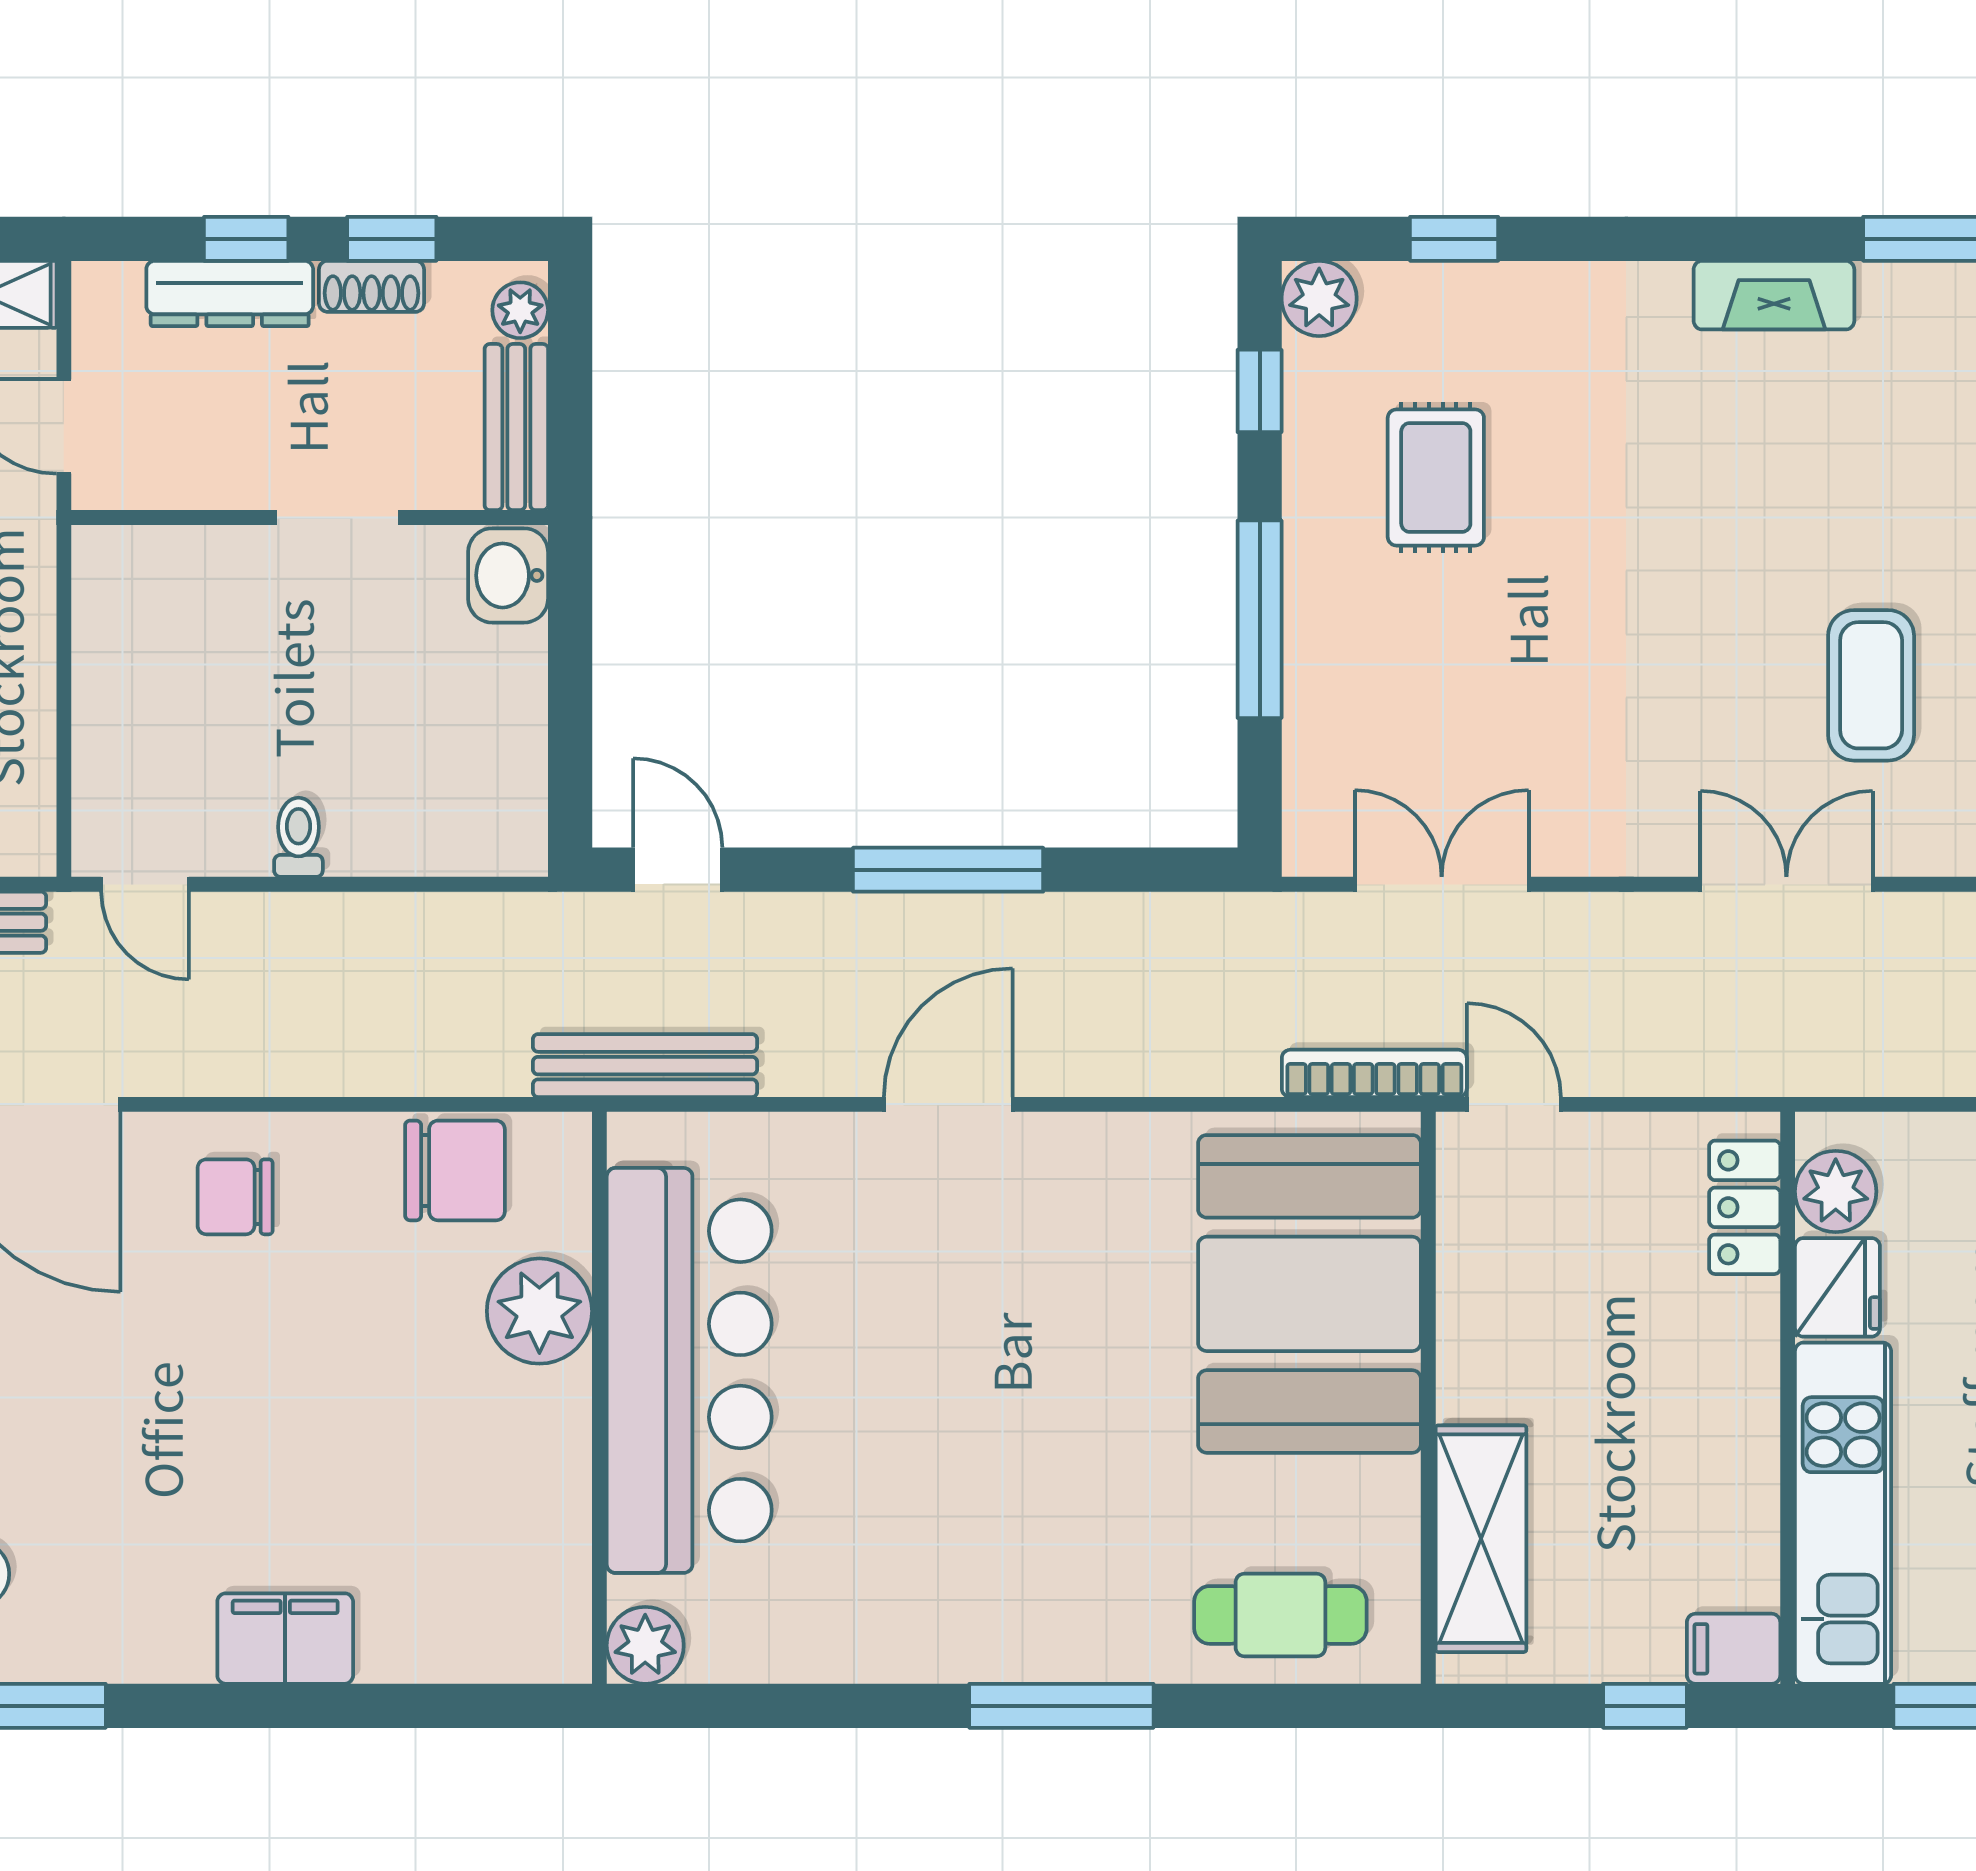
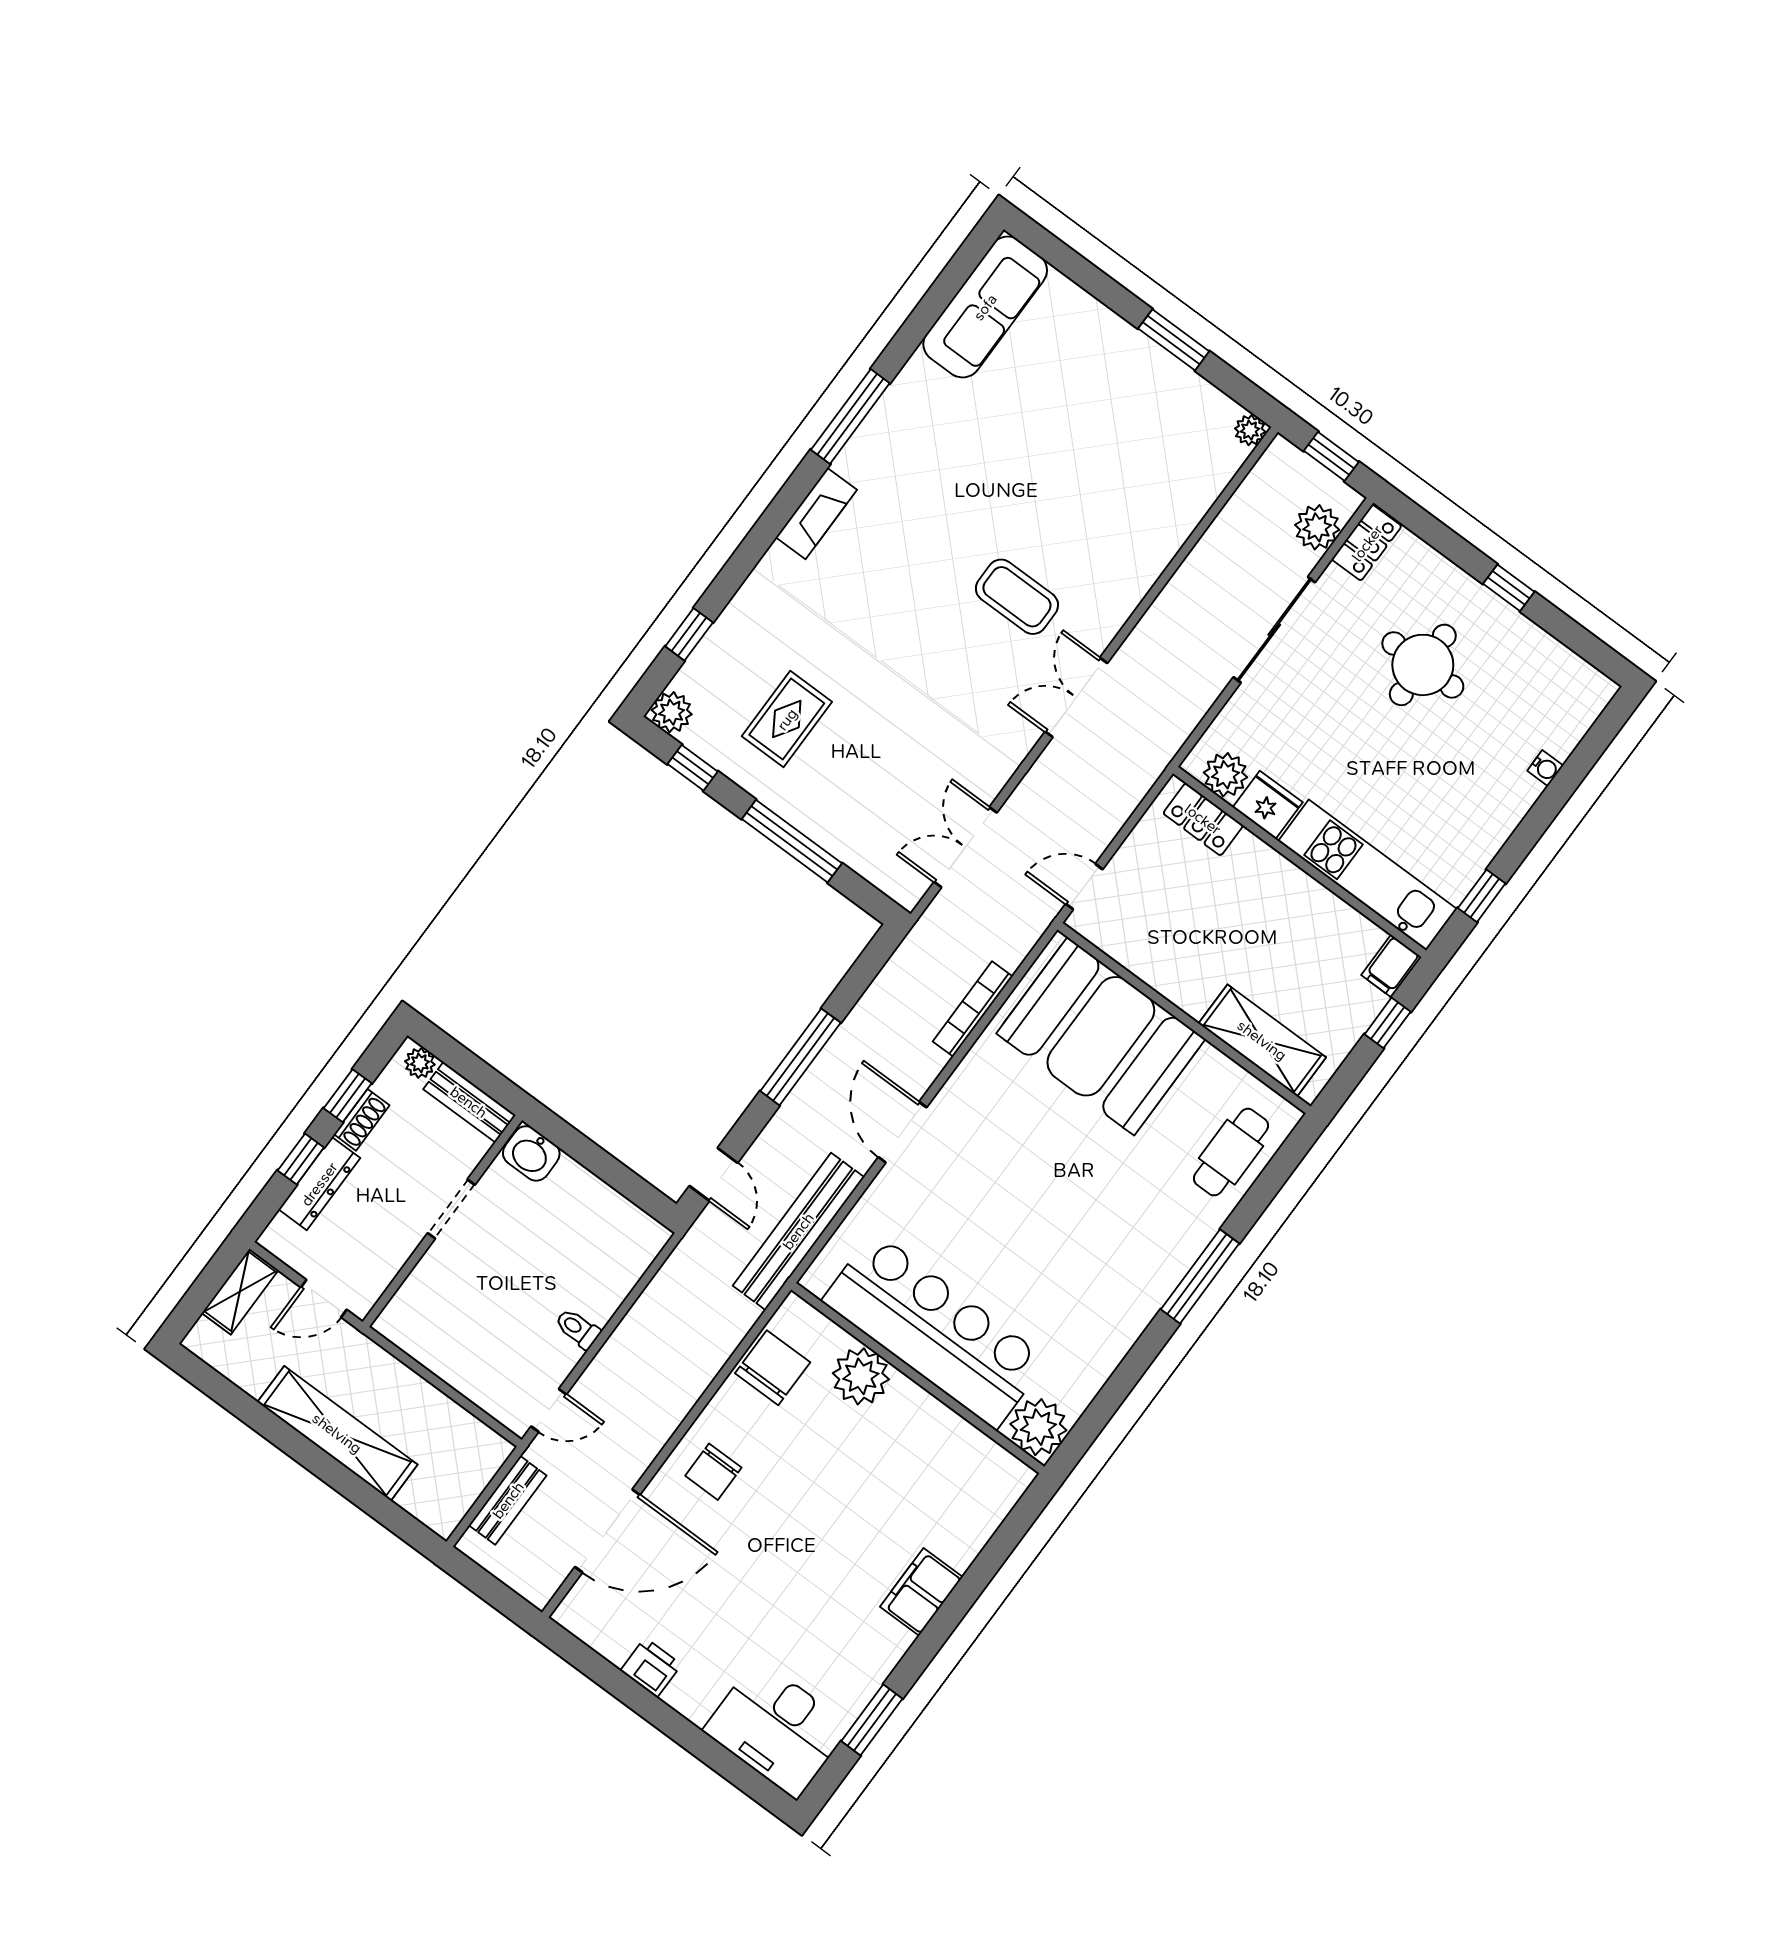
rug: (1436, 477) -> (787, 719), turned 90
door: (678, 870) -> (714, 1174), swing flipped
bench: (645, 1066) -> (798, 1231), width x1.37, depth x1.21
bookcase: (1374, 1073) -> (973, 1009), moved
plant: (645, 1645) -> (1038, 1427), width x1.36, depth x1.36

